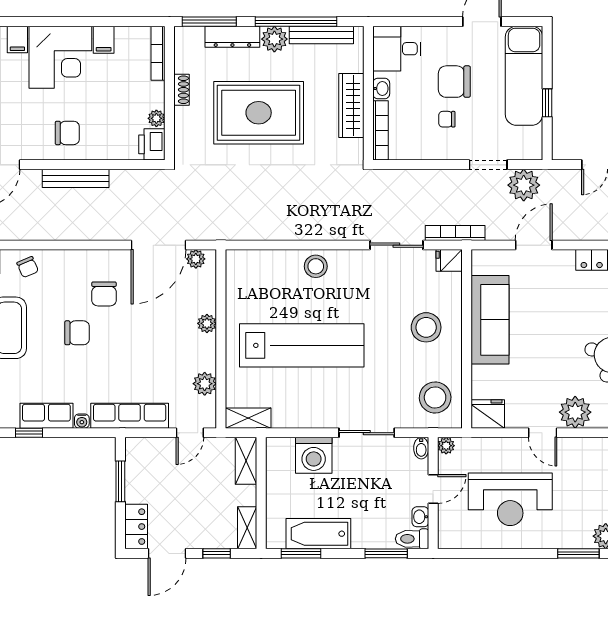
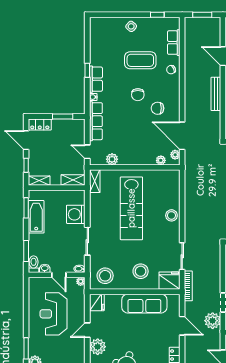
fridge: (449, 260) -> (170, 281), width x1.88, depth x1.34
plant: (207, 323) -> (161, 160), moved

